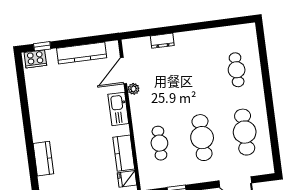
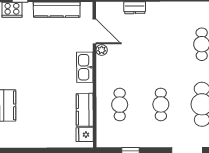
door: (124, 71) -> (94, 31), swing flipped
cafe table: (202, 138) -> (161, 104), width x0.73, depth x0.74

